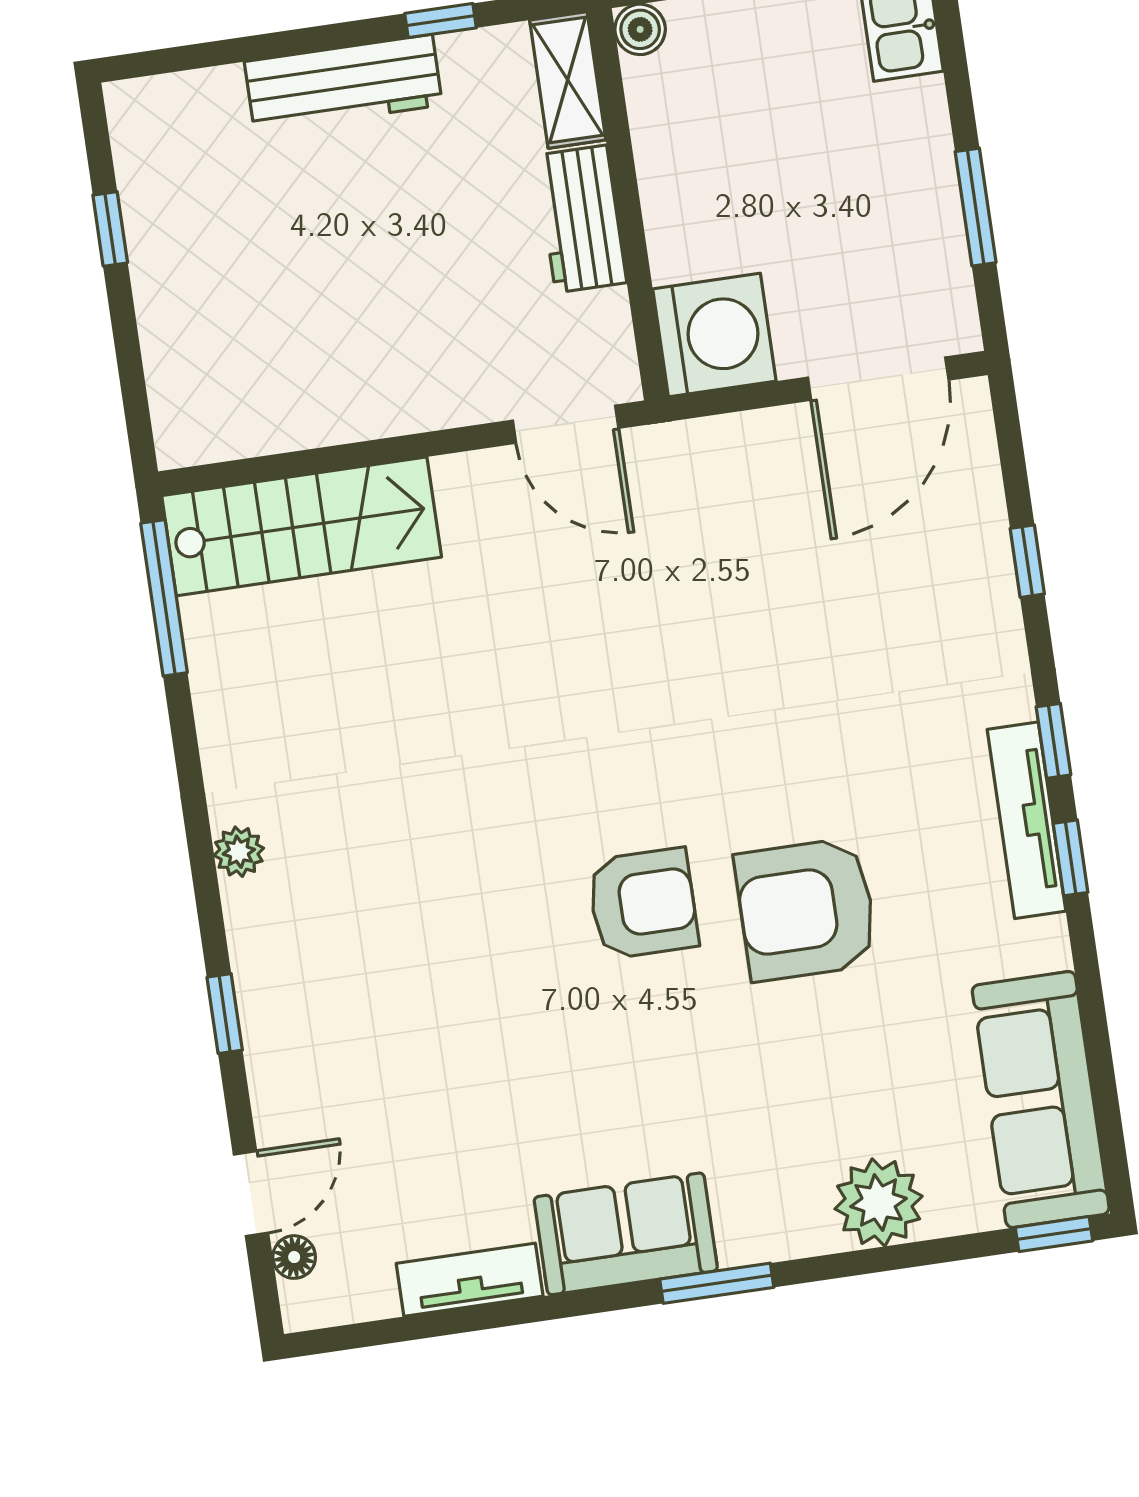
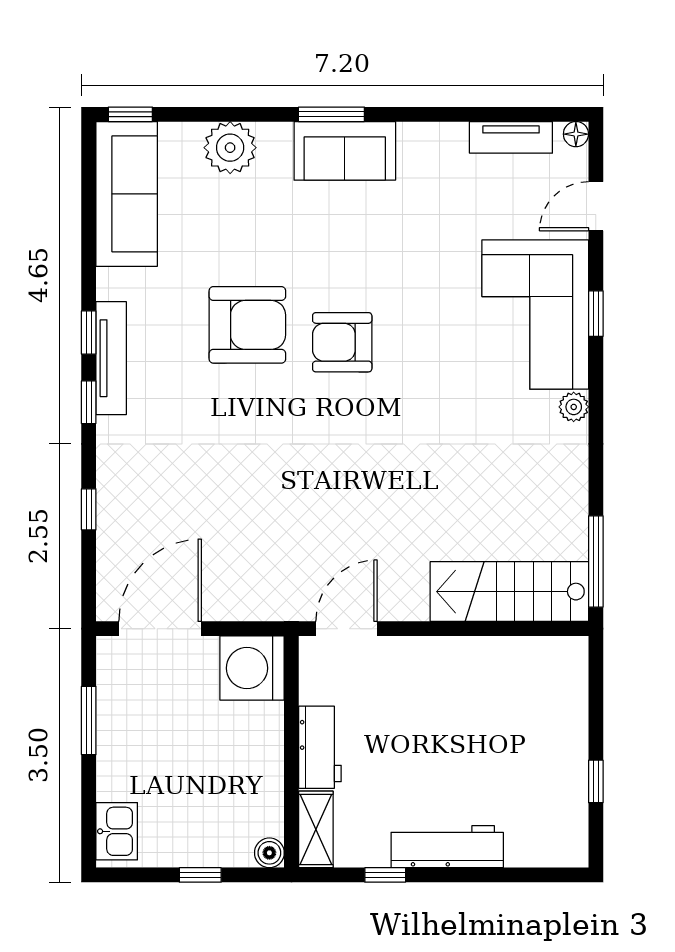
door: (566, 424) -> (346, 629), hinge flipped
corner sofa: (326, 997) -> (535, 314), added
sofa: (626, 1234) -> (345, 151), moved
floor lamp: (294, 1257) -> (576, 134), moved
tv unit: (470, 1280) -> (511, 137), moved

